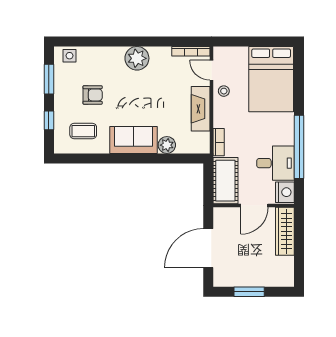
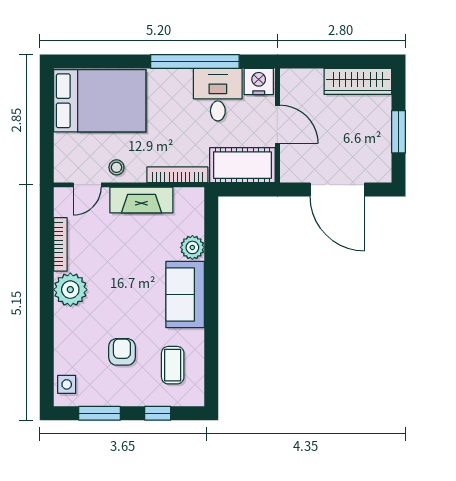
bookcase: (191, 51) -> (60, 244), moved
bookcase: (219, 142) -> (177, 175), width x1.56
wardrobe: (285, 231) -> (358, 81), moved

